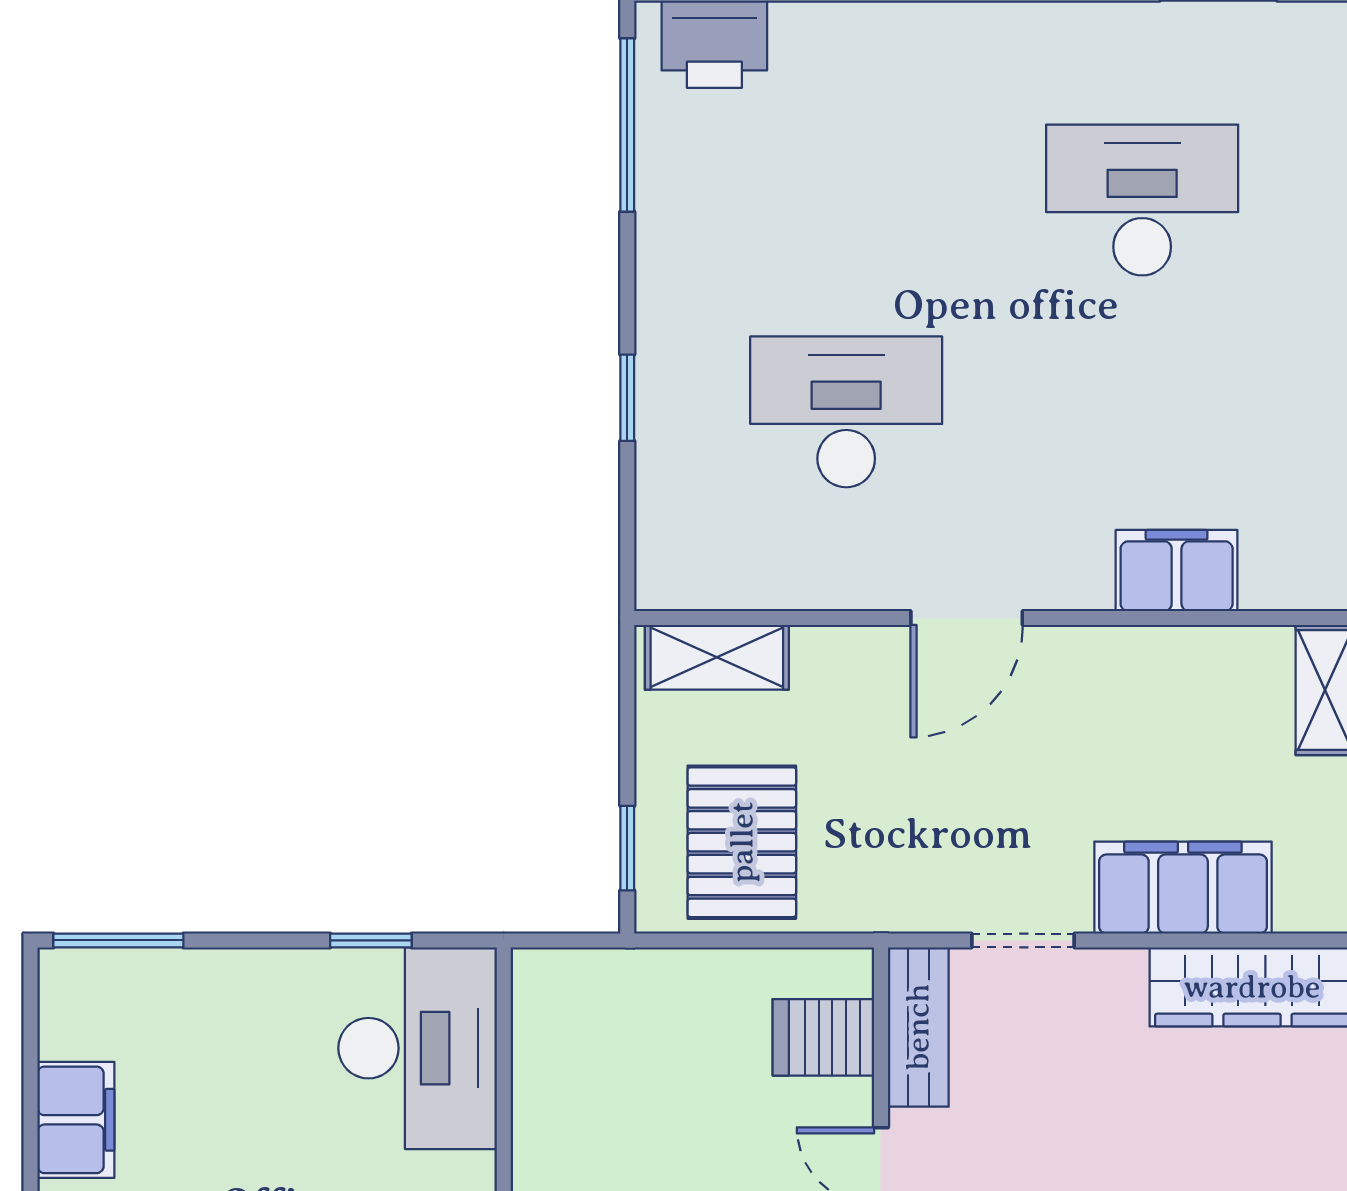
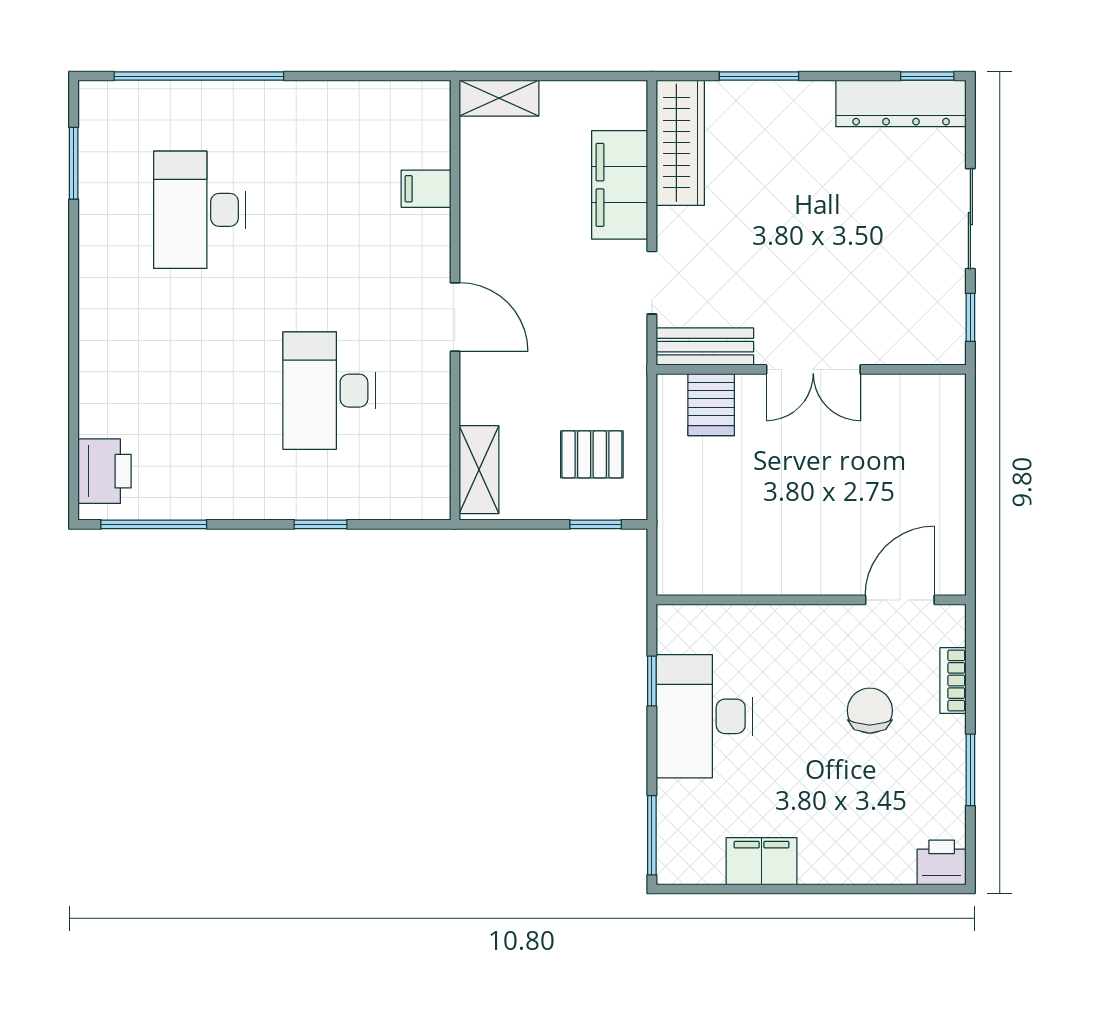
filing cabinet: (1177, 571) -> (426, 189), width x0.50
pallet: (742, 842) -> (592, 454), width x0.67, depth x0.71
desk: (418, 1048) -> (705, 716), moved, turned -90

